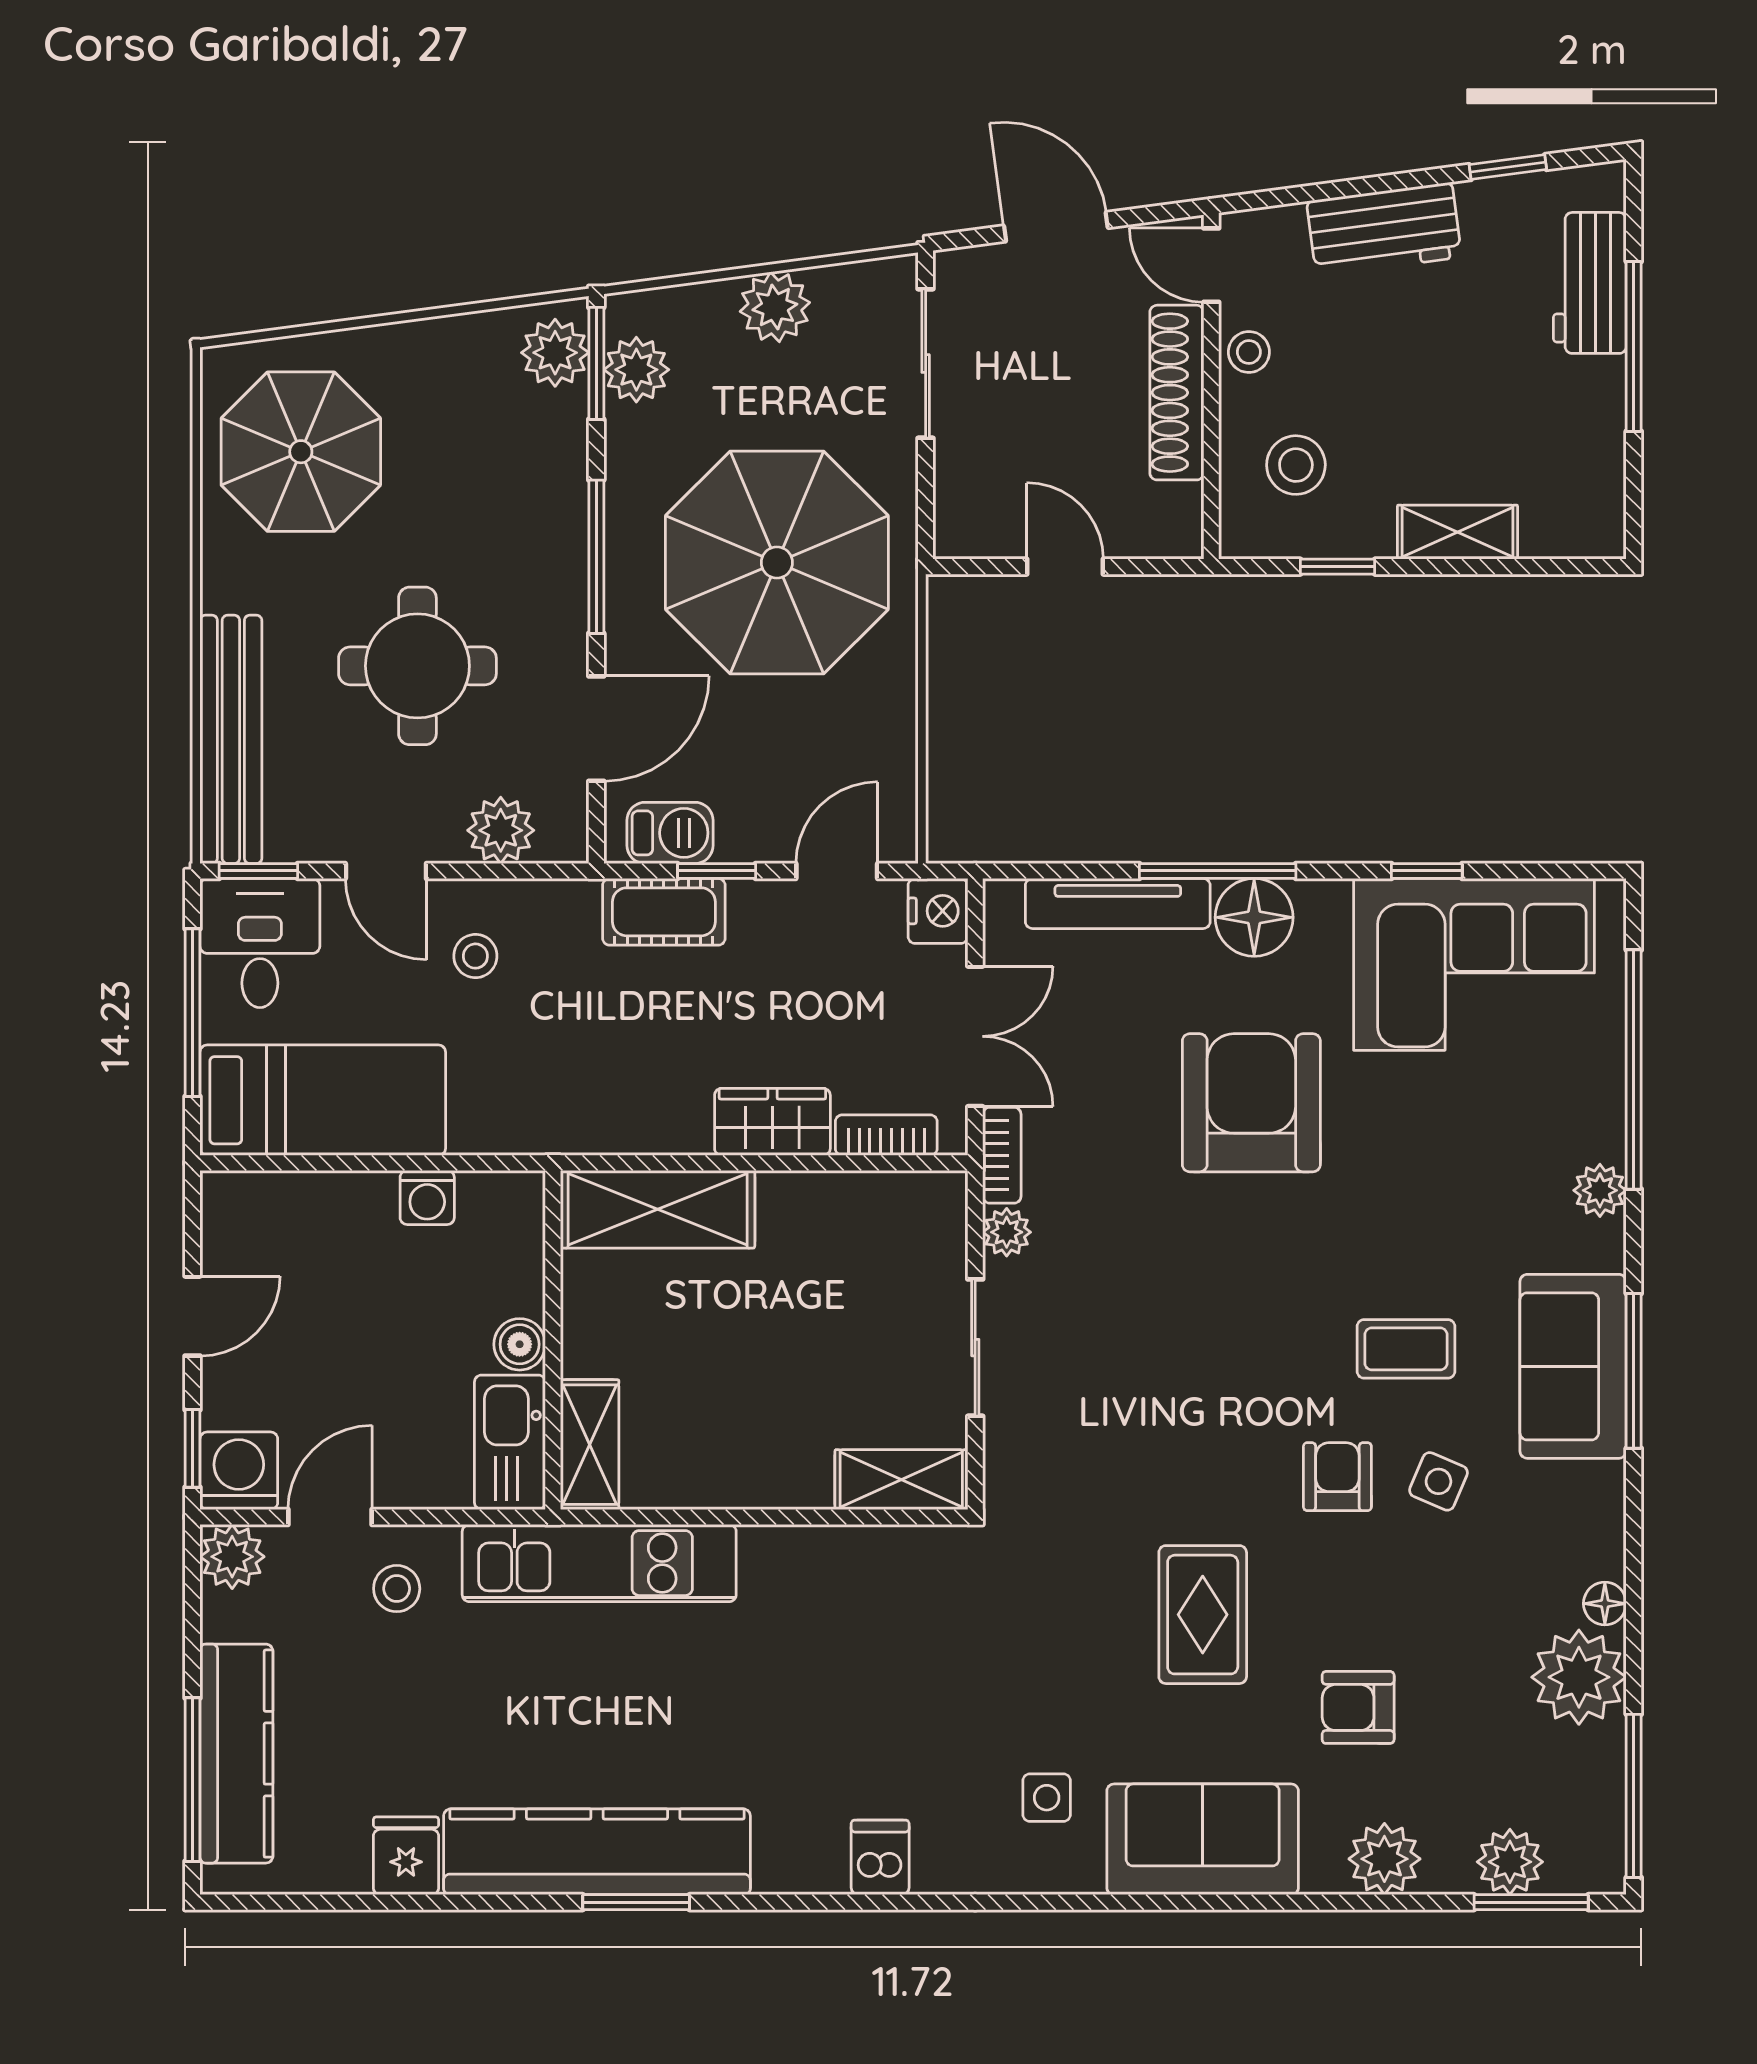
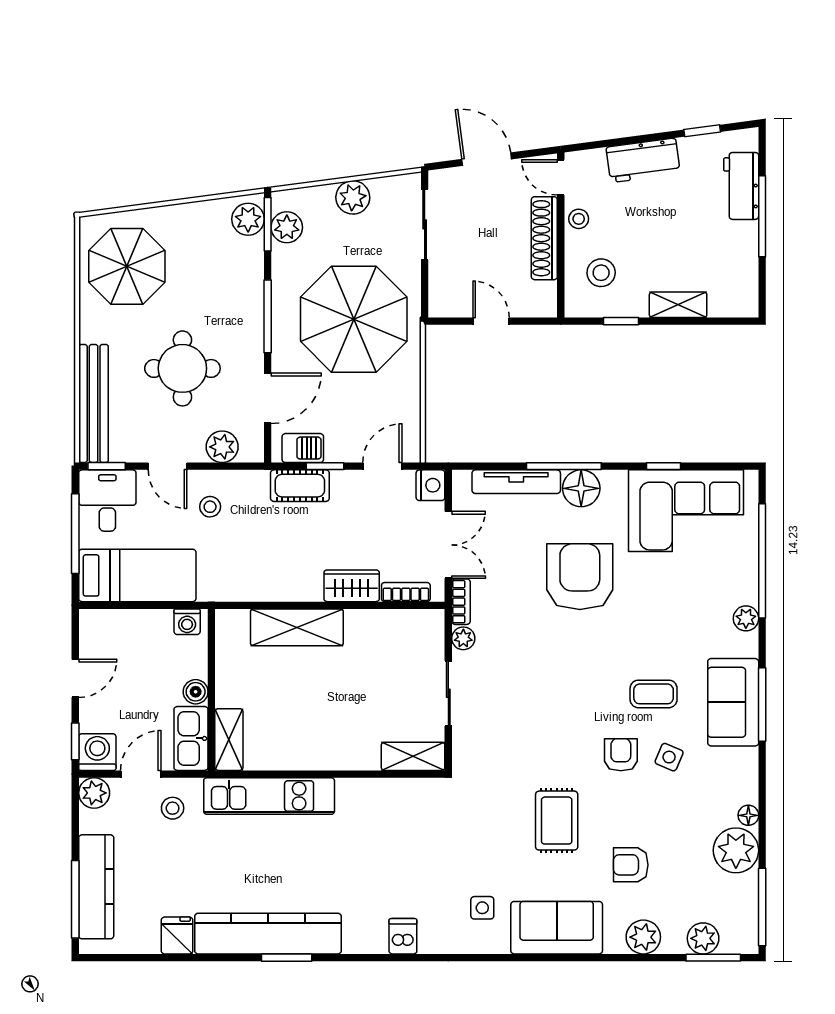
wall: (553, 1340) -> (211, 690), moved
boiler: (520, 1344) -> (196, 692), moved
kitchen sink: (510, 1442) -> (191, 738), moved
shelving: (590, 1445) -> (229, 740), moved

